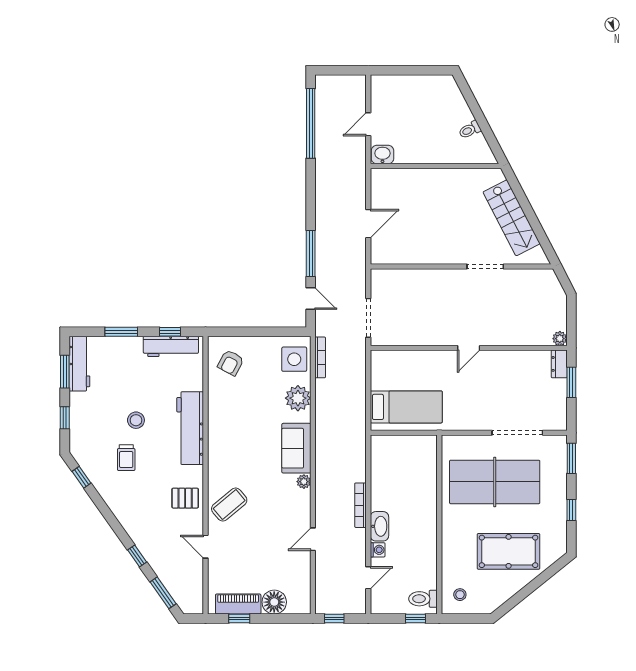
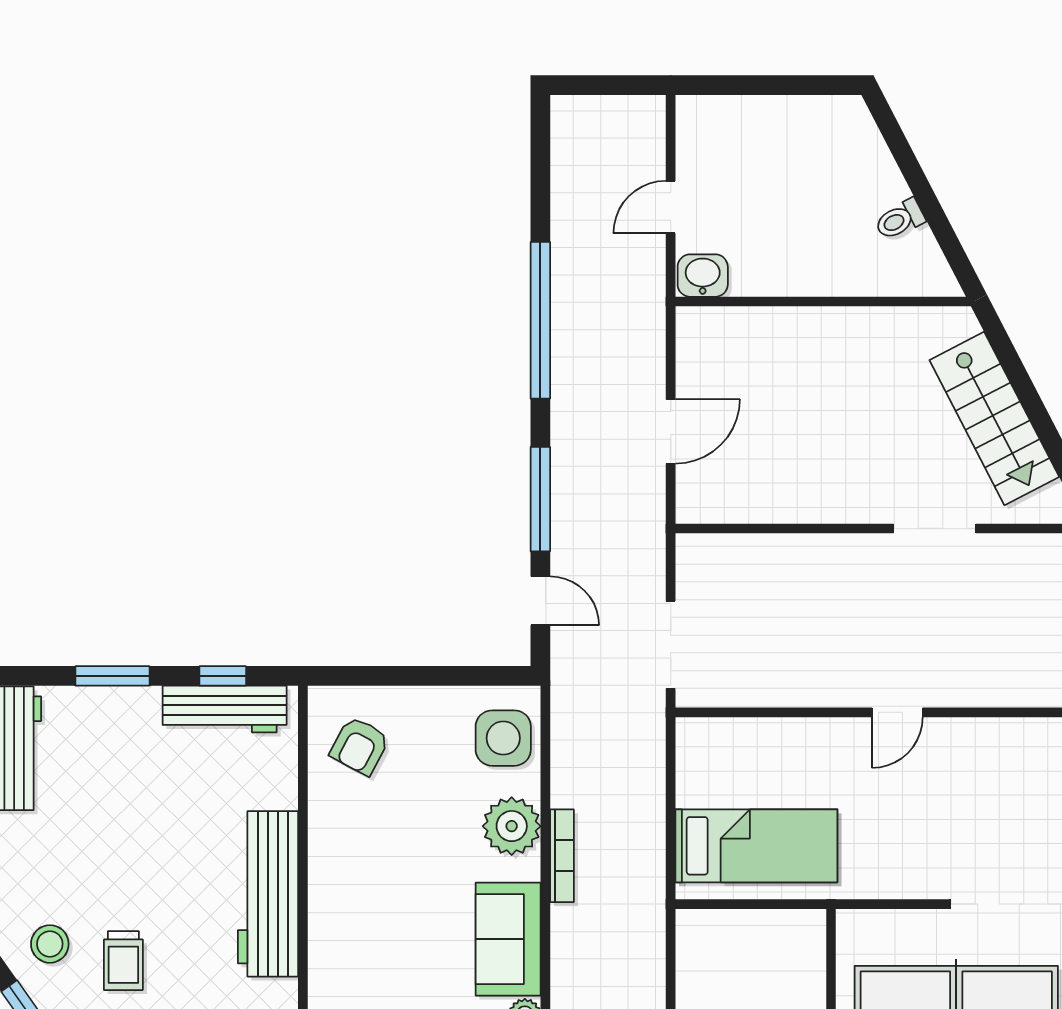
window: (311, 123) -> (540, 320), moved
bookcase: (320, 357) -> (562, 856), moved
stool: (136, 420) -> (50, 944), moved

